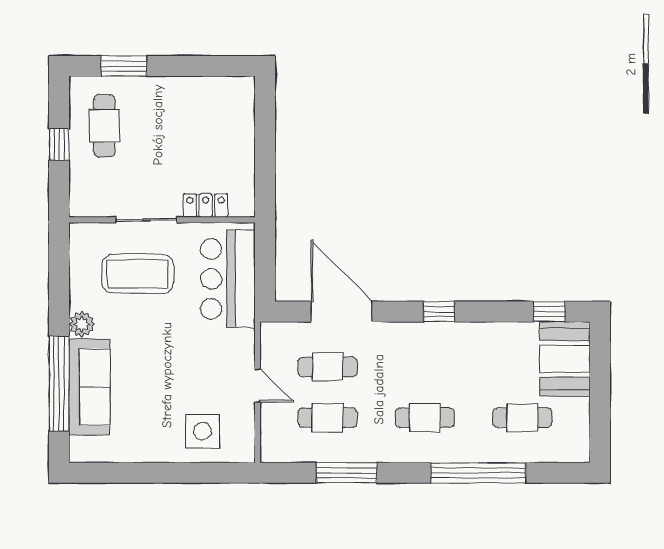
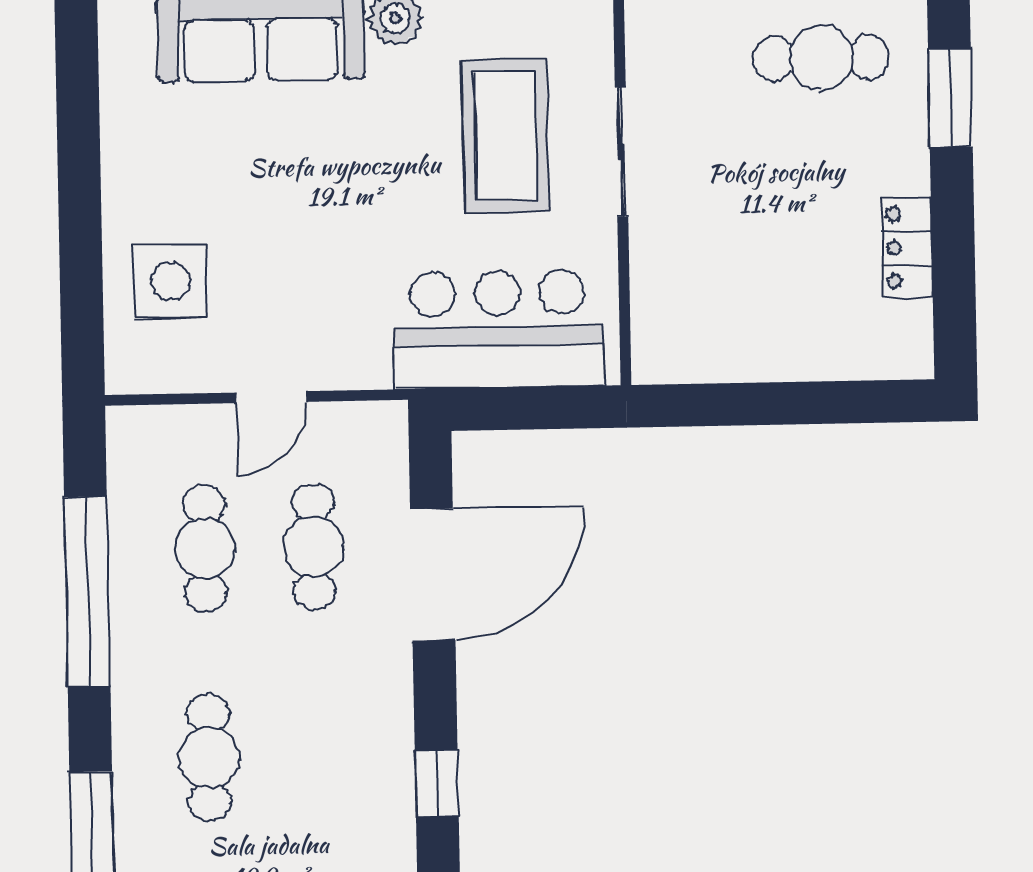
locker: (206, 205) -> (907, 247), moved, turned 180
window: (347, 473) -> (87, 592), width x1.46

